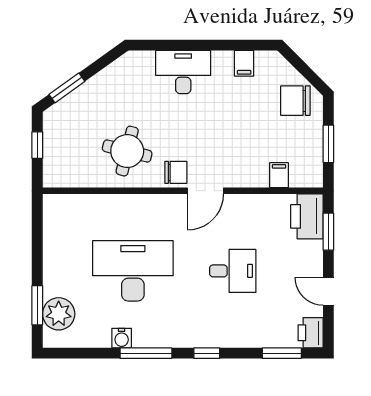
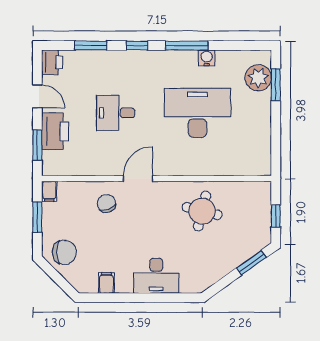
chair: (176, 172) -> (106, 203), moved, turned 71
filing cabinet: (279, 175) -> (49, 191), moved
printer: (307, 216) -> (55, 131), moved
desk: (133, 271) -> (197, 113), turned 180
window: (282, 353) -> (91, 46), moved

